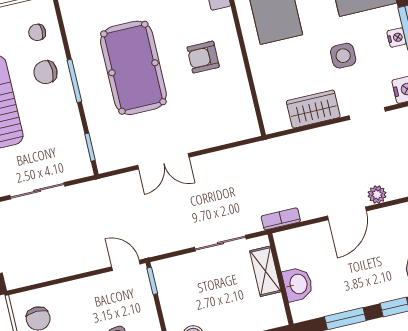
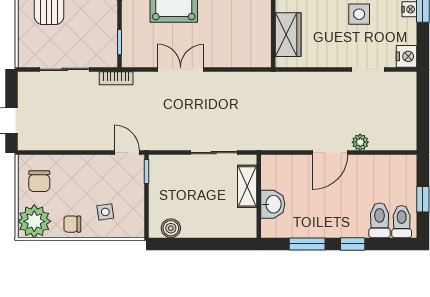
wardrobe: (313, 109) -> (288, 35), moved, turned 90
double door: (163, 161) -> (181, 69), swing flipped
bookcase: (281, 219) -> (116, 78), moved, turned 180

